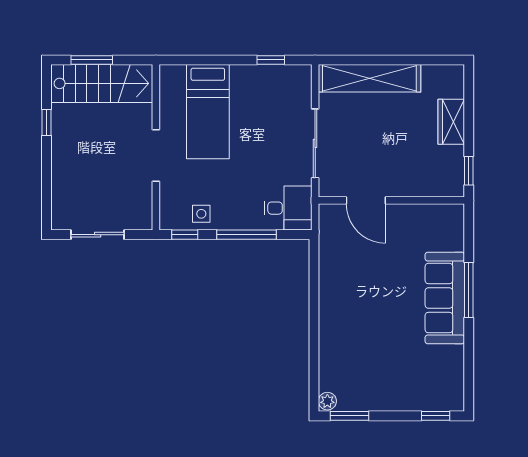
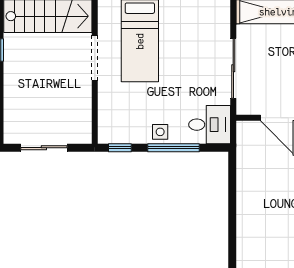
doorway: (156, 156) -> (95, 58), moved
side table: (201, 214) -> (160, 132), moved

